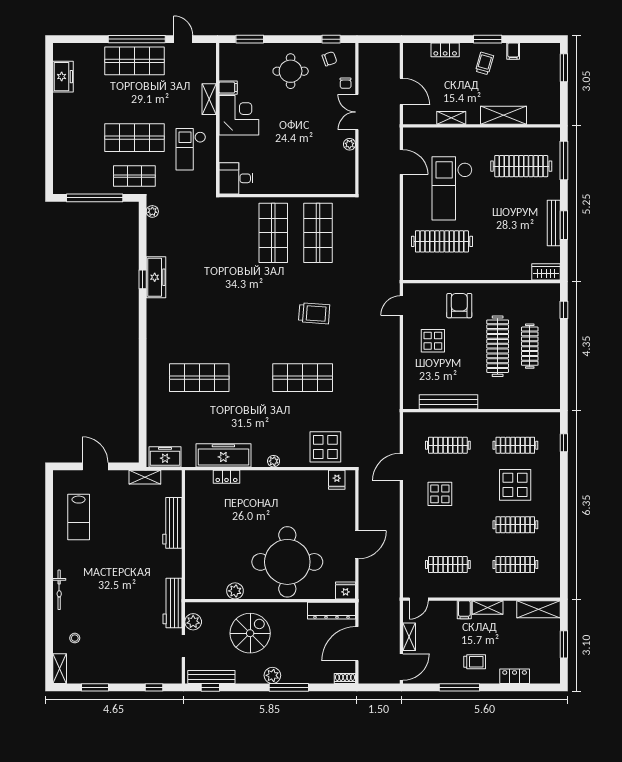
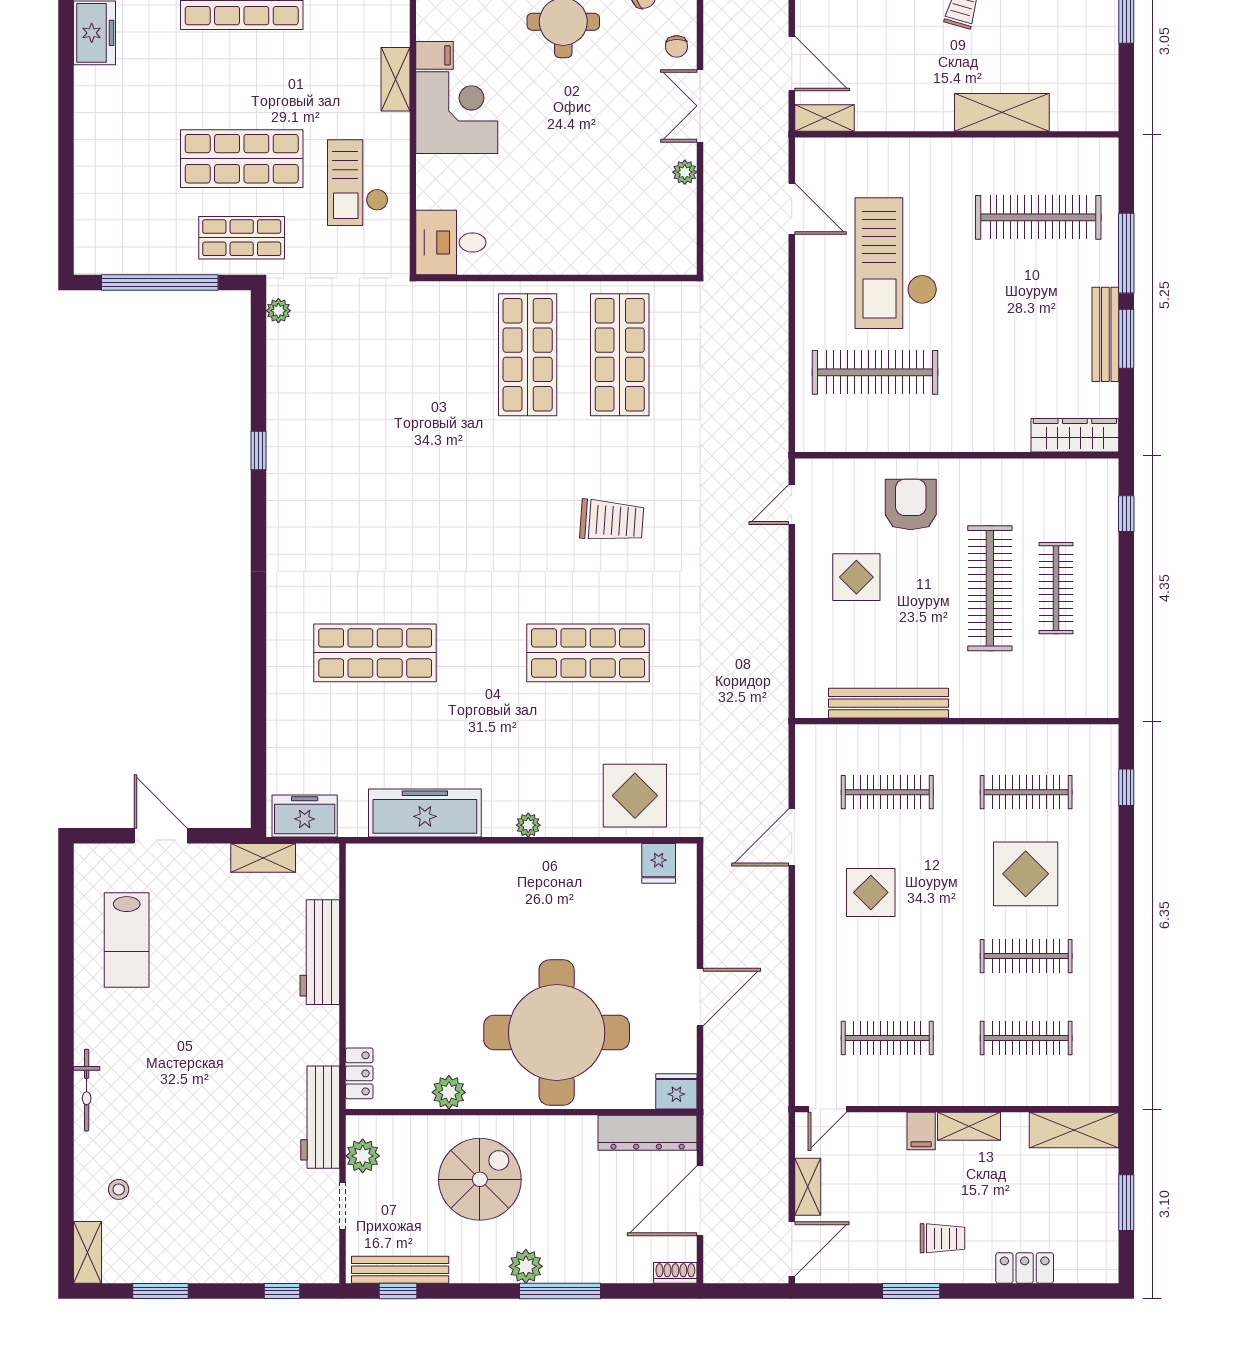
shelving: (451, 118) -> (824, 118), moved
window: (564, 161) -> (1126, 253), moved
wardrobe: (546, 272) -> (1075, 435), width x1.50
freezer: (156, 277) -> (286, 446), removed
locker: (226, 477) -> (359, 1073), moved, turned -90
window: (459, 687) -> (911, 1291), width x0.69

